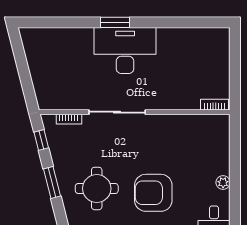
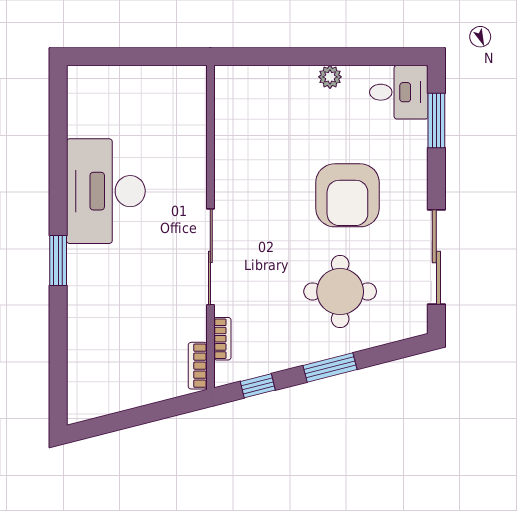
desk: (125, 51) -> (106, 191), moved
bookcase: (215, 105) -> (198, 366), moved

